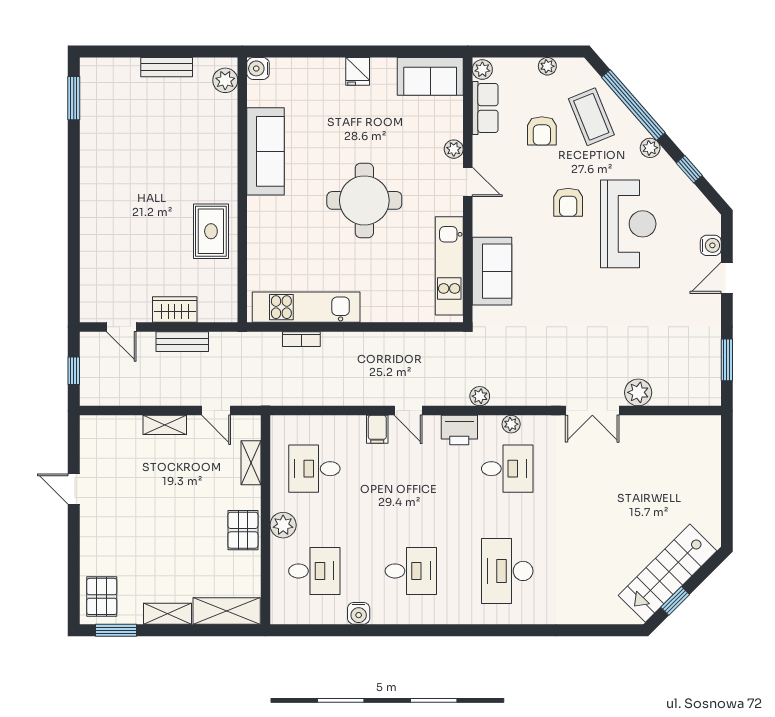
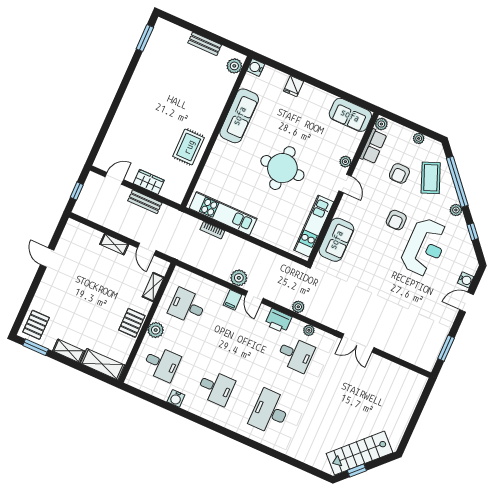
fridge: (358, 71) -> (294, 86), moved
door: (121, 327) -> (114, 178), swing flipped
plant: (638, 392) -> (239, 278), moved

